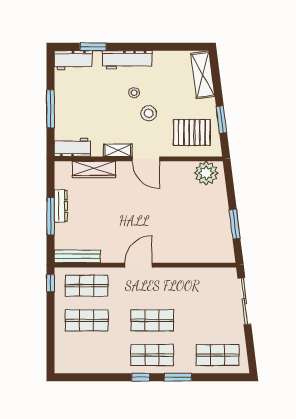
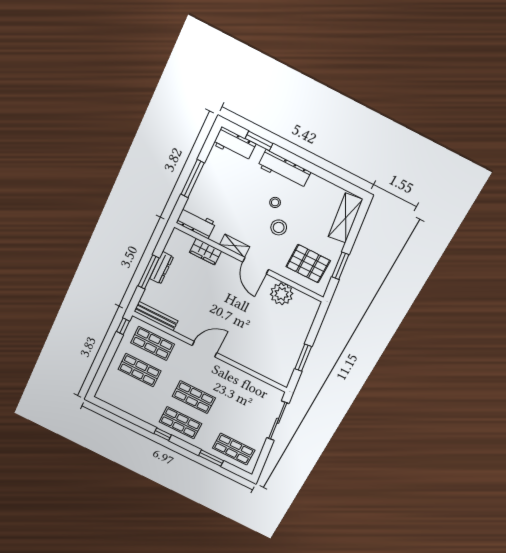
wardrobe: (94, 170) -> (206, 252), width x0.67
plant: (206, 173) -> (282, 294), moved
window: (178, 377) -> (211, 458), moved

